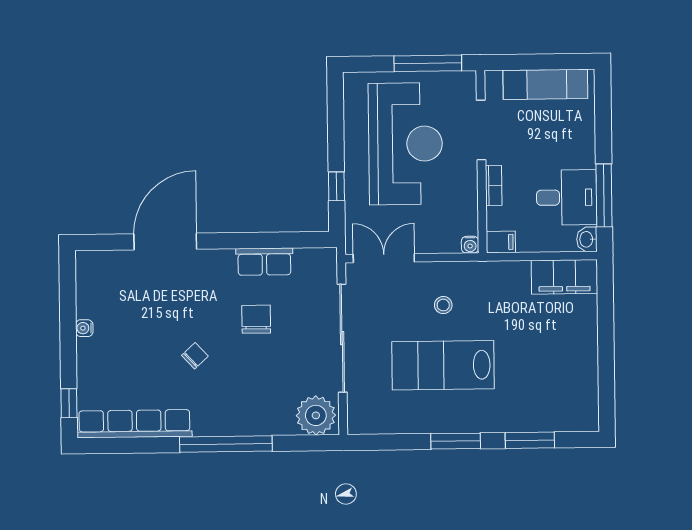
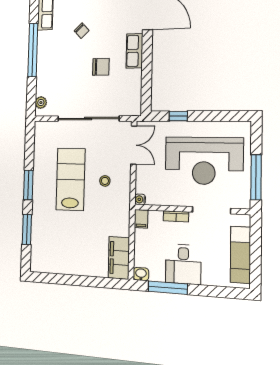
desk: (567, 197) -> (183, 264), moved
row of seats: (264, 262) -> (135, 51), moved
plant: (316, 415) -> (41, 103), width x0.53, depth x0.53

